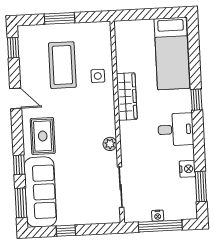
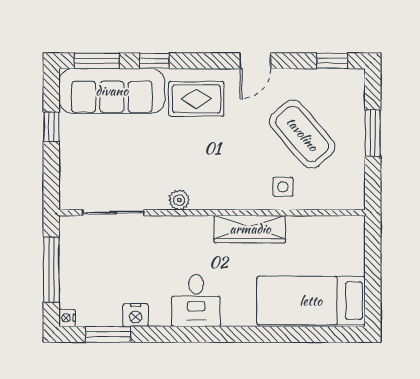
coffee table: (62, 65) -> (302, 134), turned 49
window: (197, 100) -> (240, 334), removed
nightstand: (158, 216) -> (67, 318), moved

